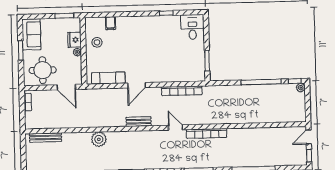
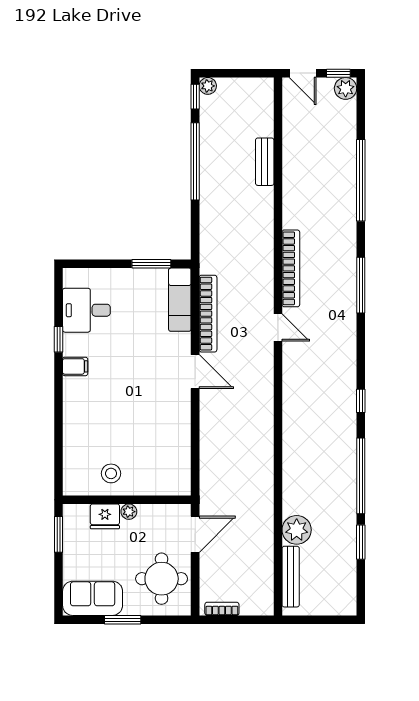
filing cabinet: (111, 23) -> (75, 366), moved
desk: (192, 27) -> (86, 310), moved
exam couch: (108, 78) -> (180, 300), moved
door: (137, 85) -> (195, 372), moved
bench: (139, 122) -> (265, 162), moved
door: (175, 128) -> (278, 327), swing flipped
plant: (99, 139) -> (297, 530), moved
plant: (301, 160) -> (346, 88), added

